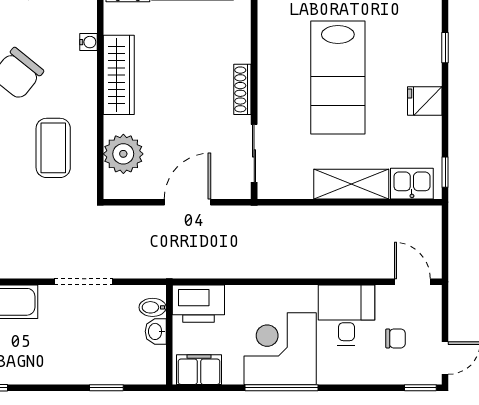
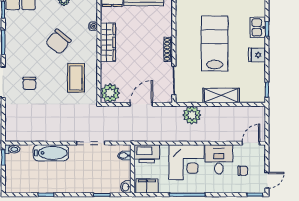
lab bench: (338, 78) -> (215, 44), turned 180
plant: (123, 154) -> (110, 93), moved
kitchen sink: (412, 184) -> (258, 27), moved, turned -90
plant: (291, 224) -> (192, 115), added
door: (412, 282) -> (251, 143), hinge flipped
washbasin: (156, 331) -> (126, 187), moved
corner desk: (280, 349) -> (187, 162), moved, turned 180

